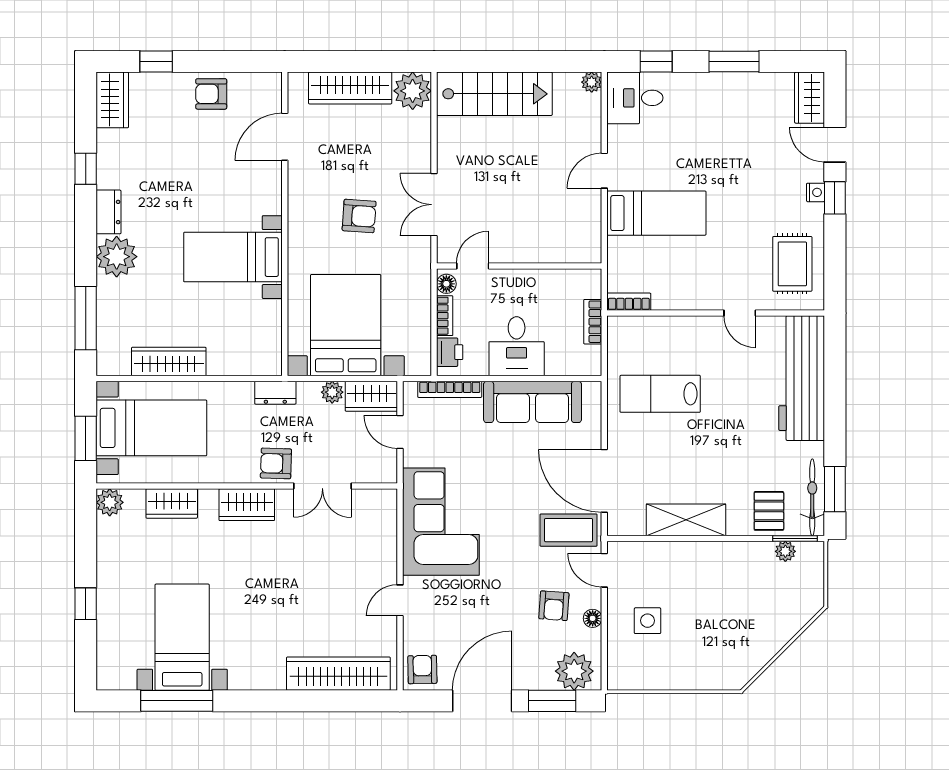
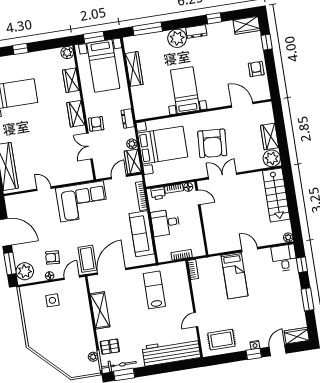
wardrobe: (350, 88) -> (270, 137), width x0.67
armchair: (359, 216) -> (212, 143), width x1.88, depth x1.88
armchair: (422, 670) -> (15, 204), removed

